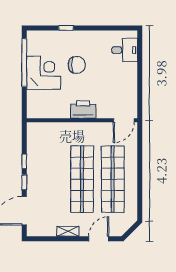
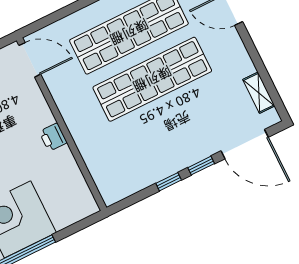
printer: (83, 110) -> (53, 137), width x0.53, depth x0.68
shelving: (68, 231) -> (259, 93), moved

